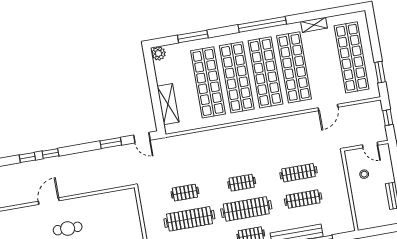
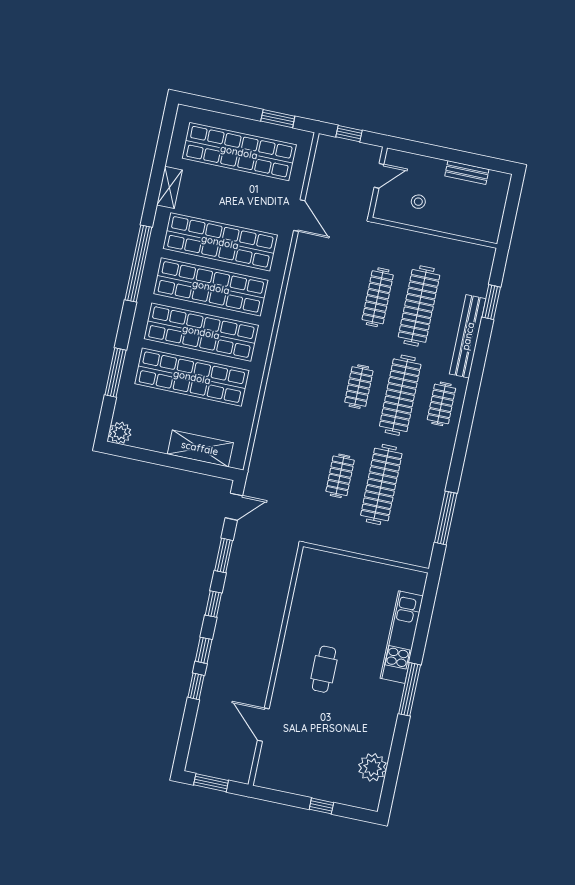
window: (80, 148) -> (213, 604), added
clothes rail: (303, 199) -> (419, 306), width x1.37, depth x1.31
door: (49, 201) -> (263, 725), moved

